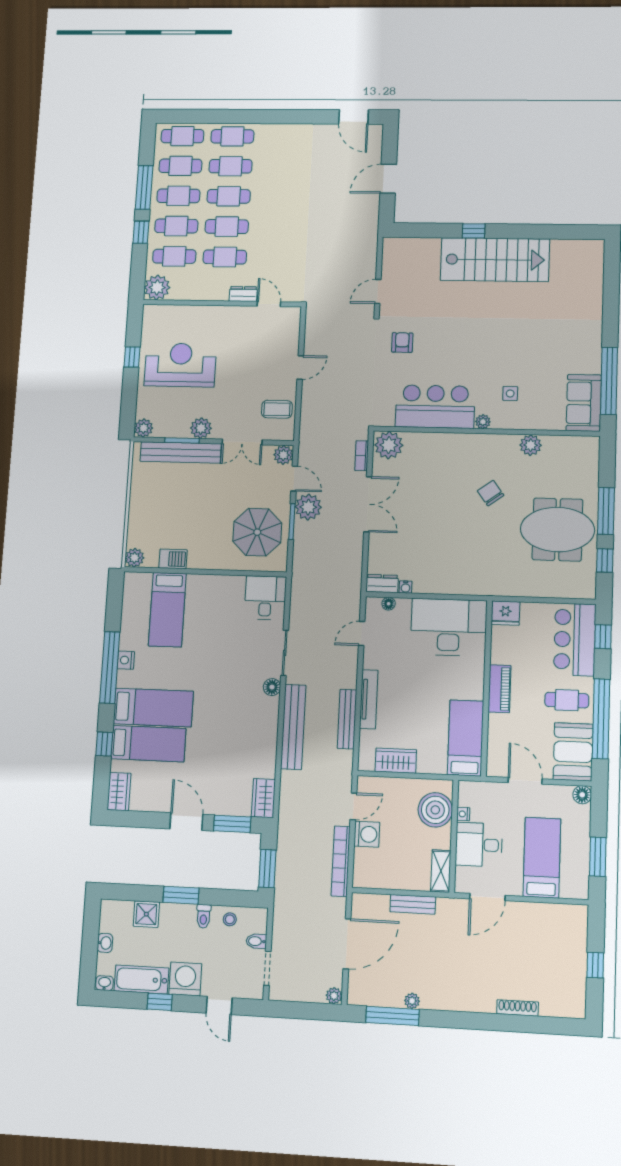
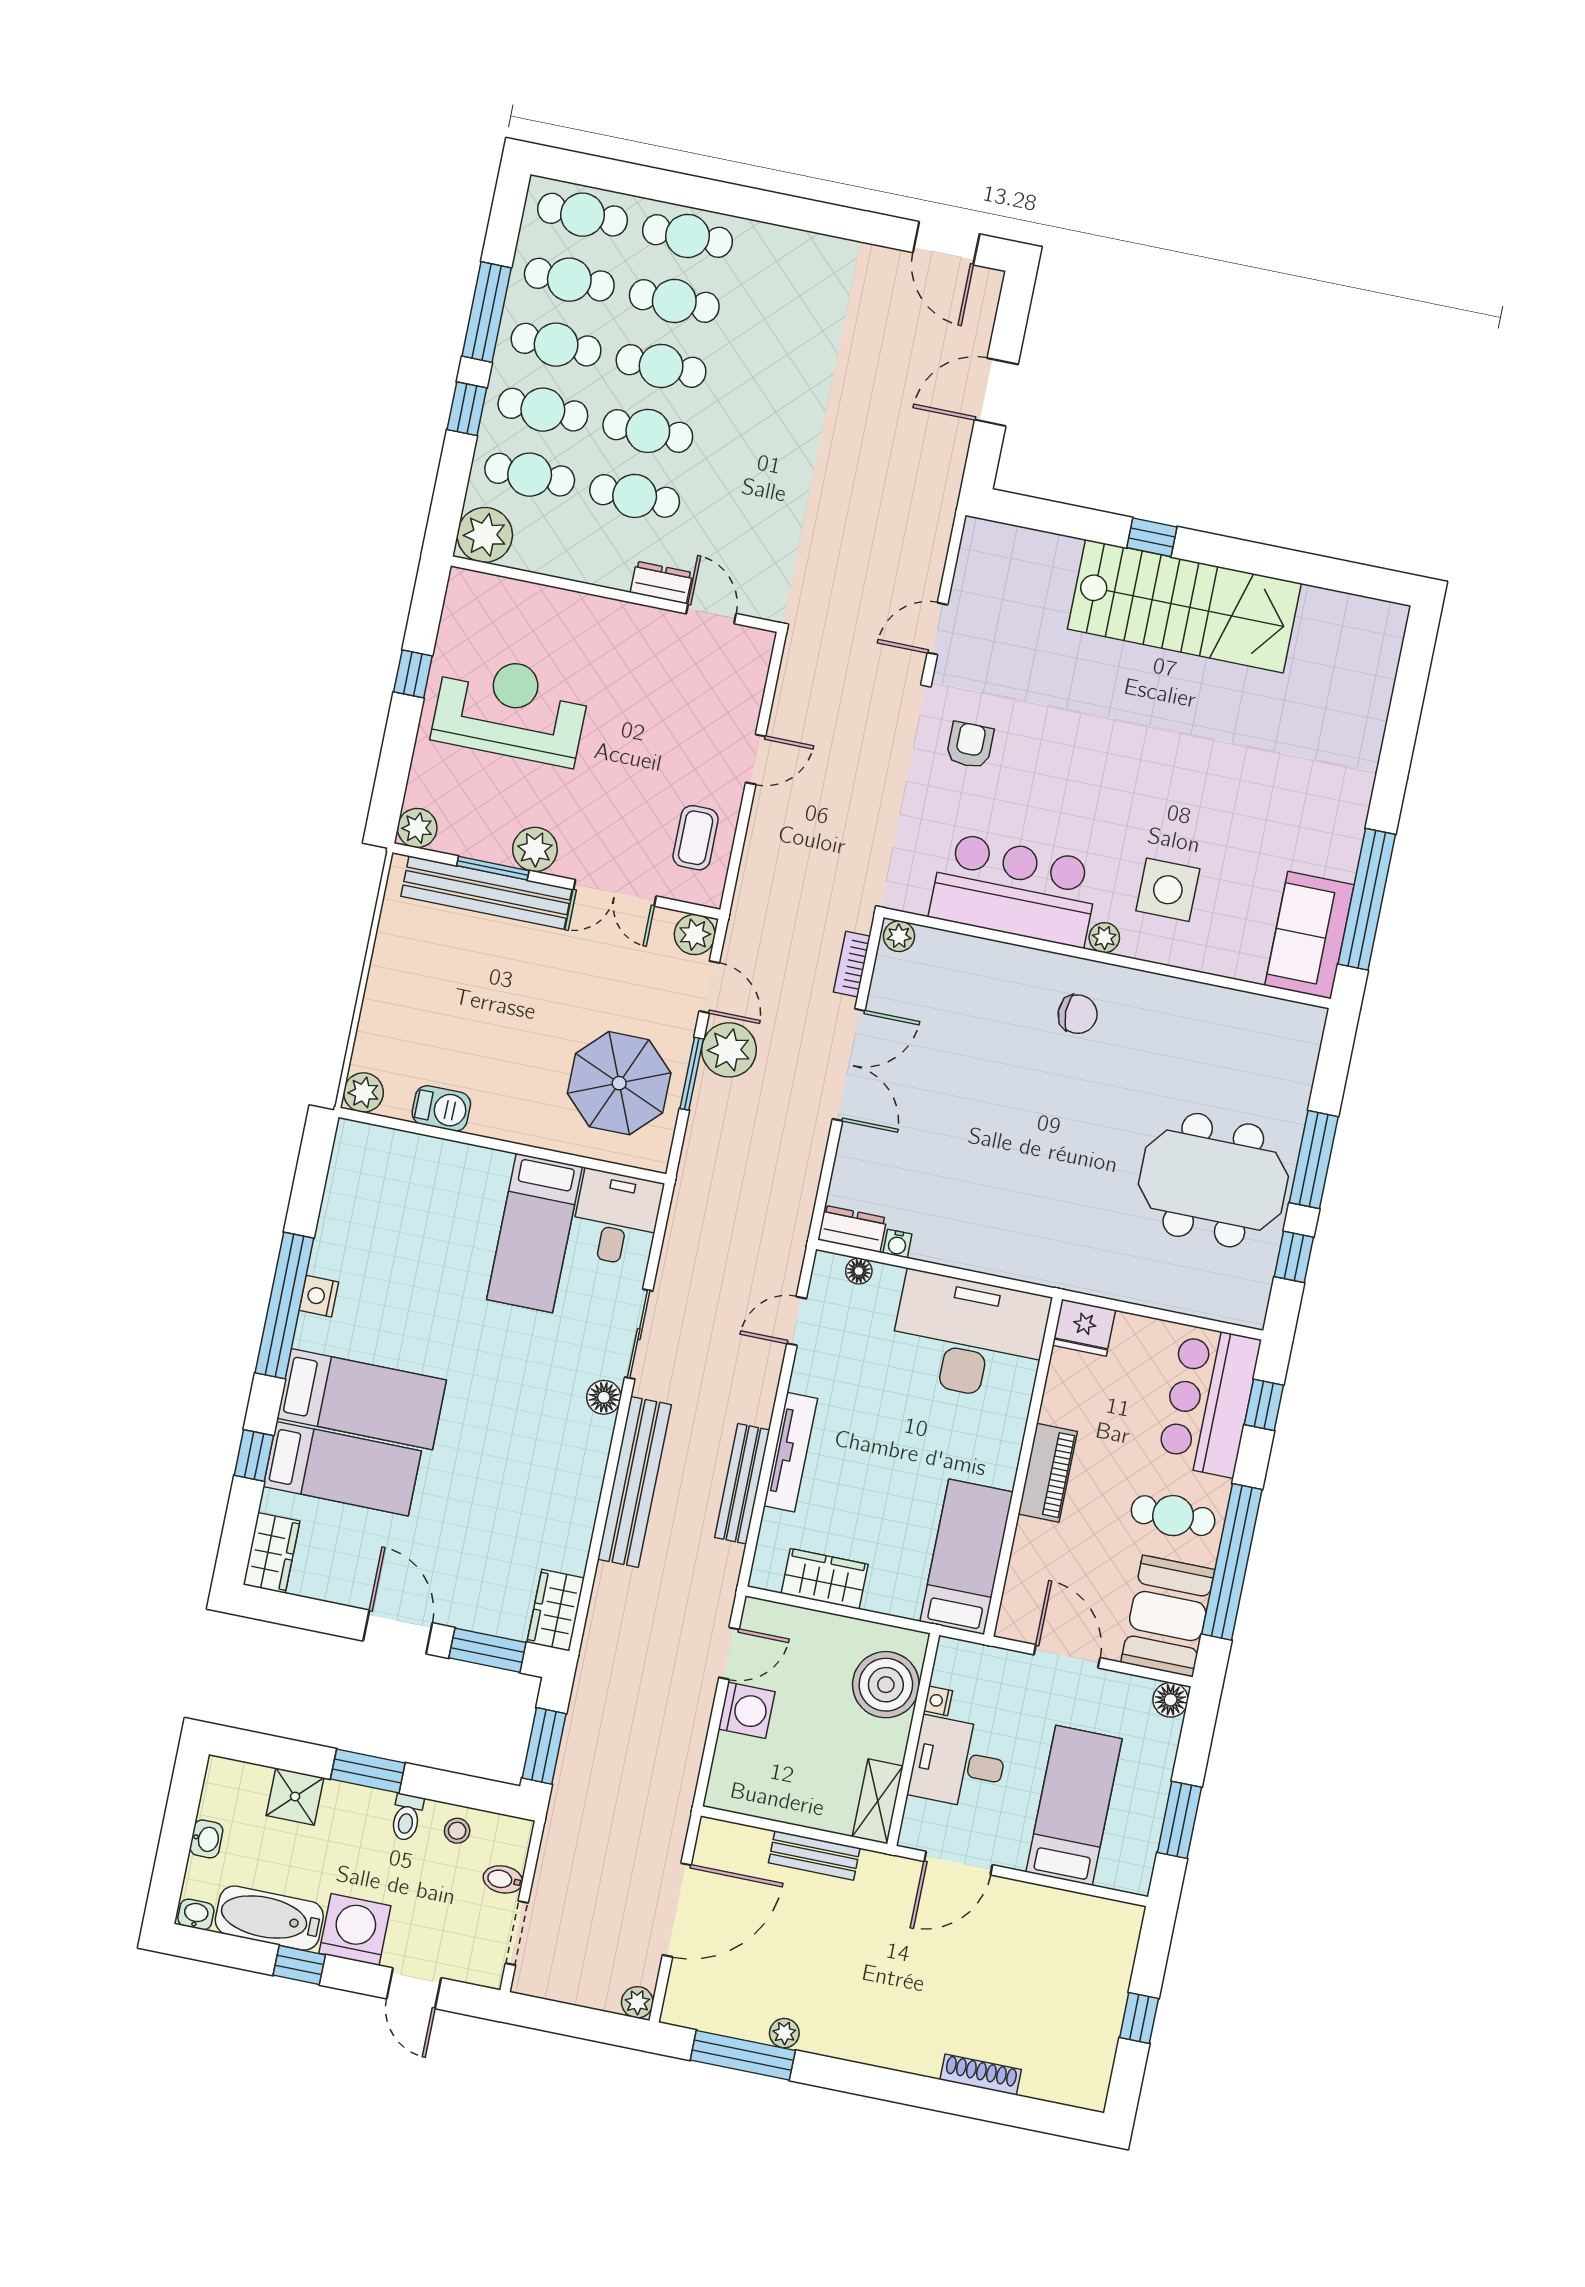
side table: (510, 393) -> (1168, 890), width x1.87, depth x1.87
coffee table: (277, 409) -> (696, 838), turned 90
plant: (389, 445) -> (899, 936), width x0.53, depth x0.53
plant: (531, 445) -> (1190, 1002), removed
chair: (491, 493) -> (1078, 1014), moved, turned 126
bed: (167, 610) -> (534, 1233), moved
bookcase: (341, 861) -> (688, 1754), removed

